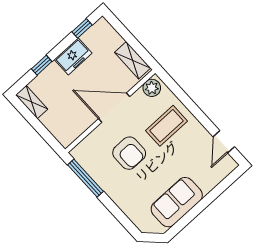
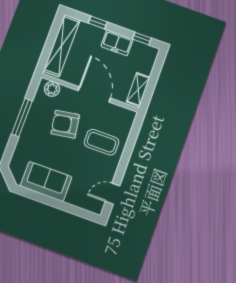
plant: (152, 88) -> (52, 89), moved
shelving: (32, 102) -> (62, 46), width x2.20, depth x1.33
armchair: (129, 153) -> (65, 124), turned 81
window: (85, 178) -> (22, 117), moved

